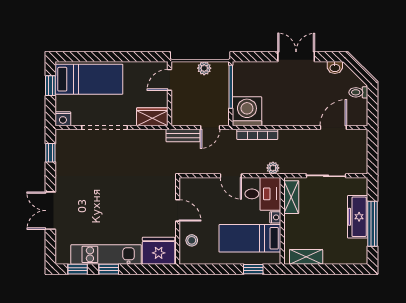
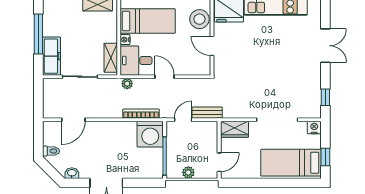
freezer: (358, 217) -> (52, 56), moved
stool: (192, 240) -> (199, 19), width x1.89, depth x1.89

